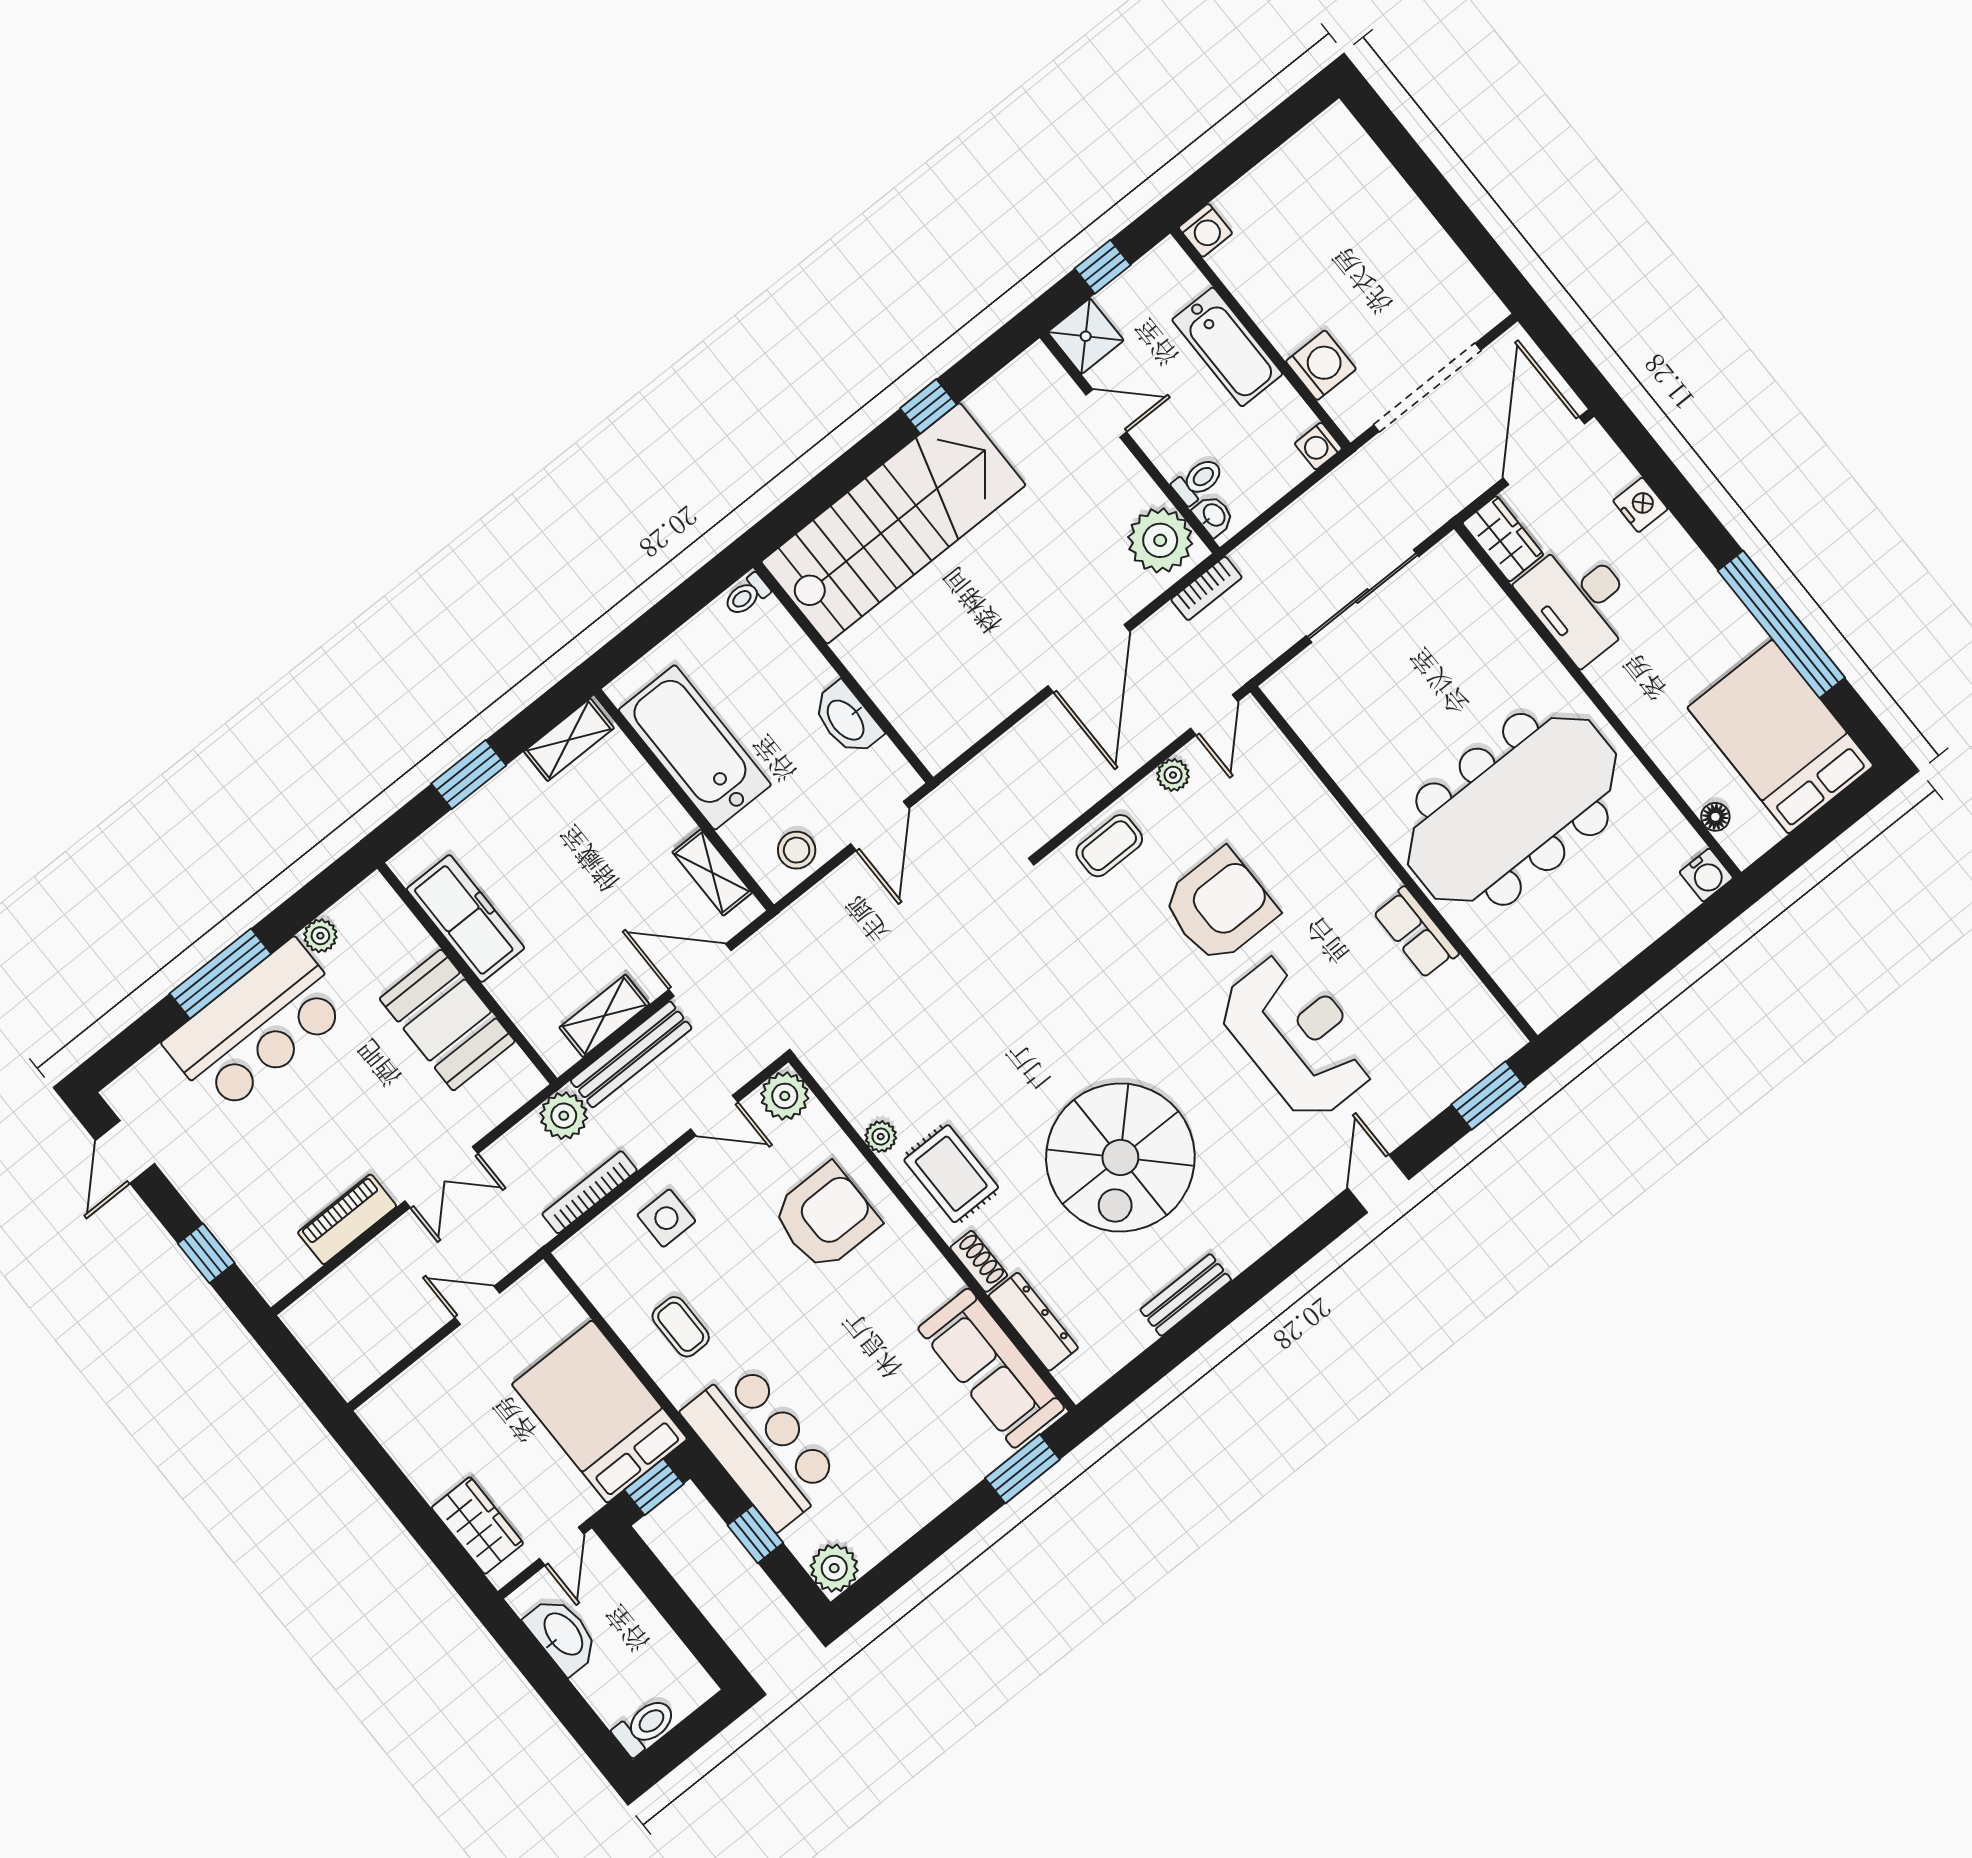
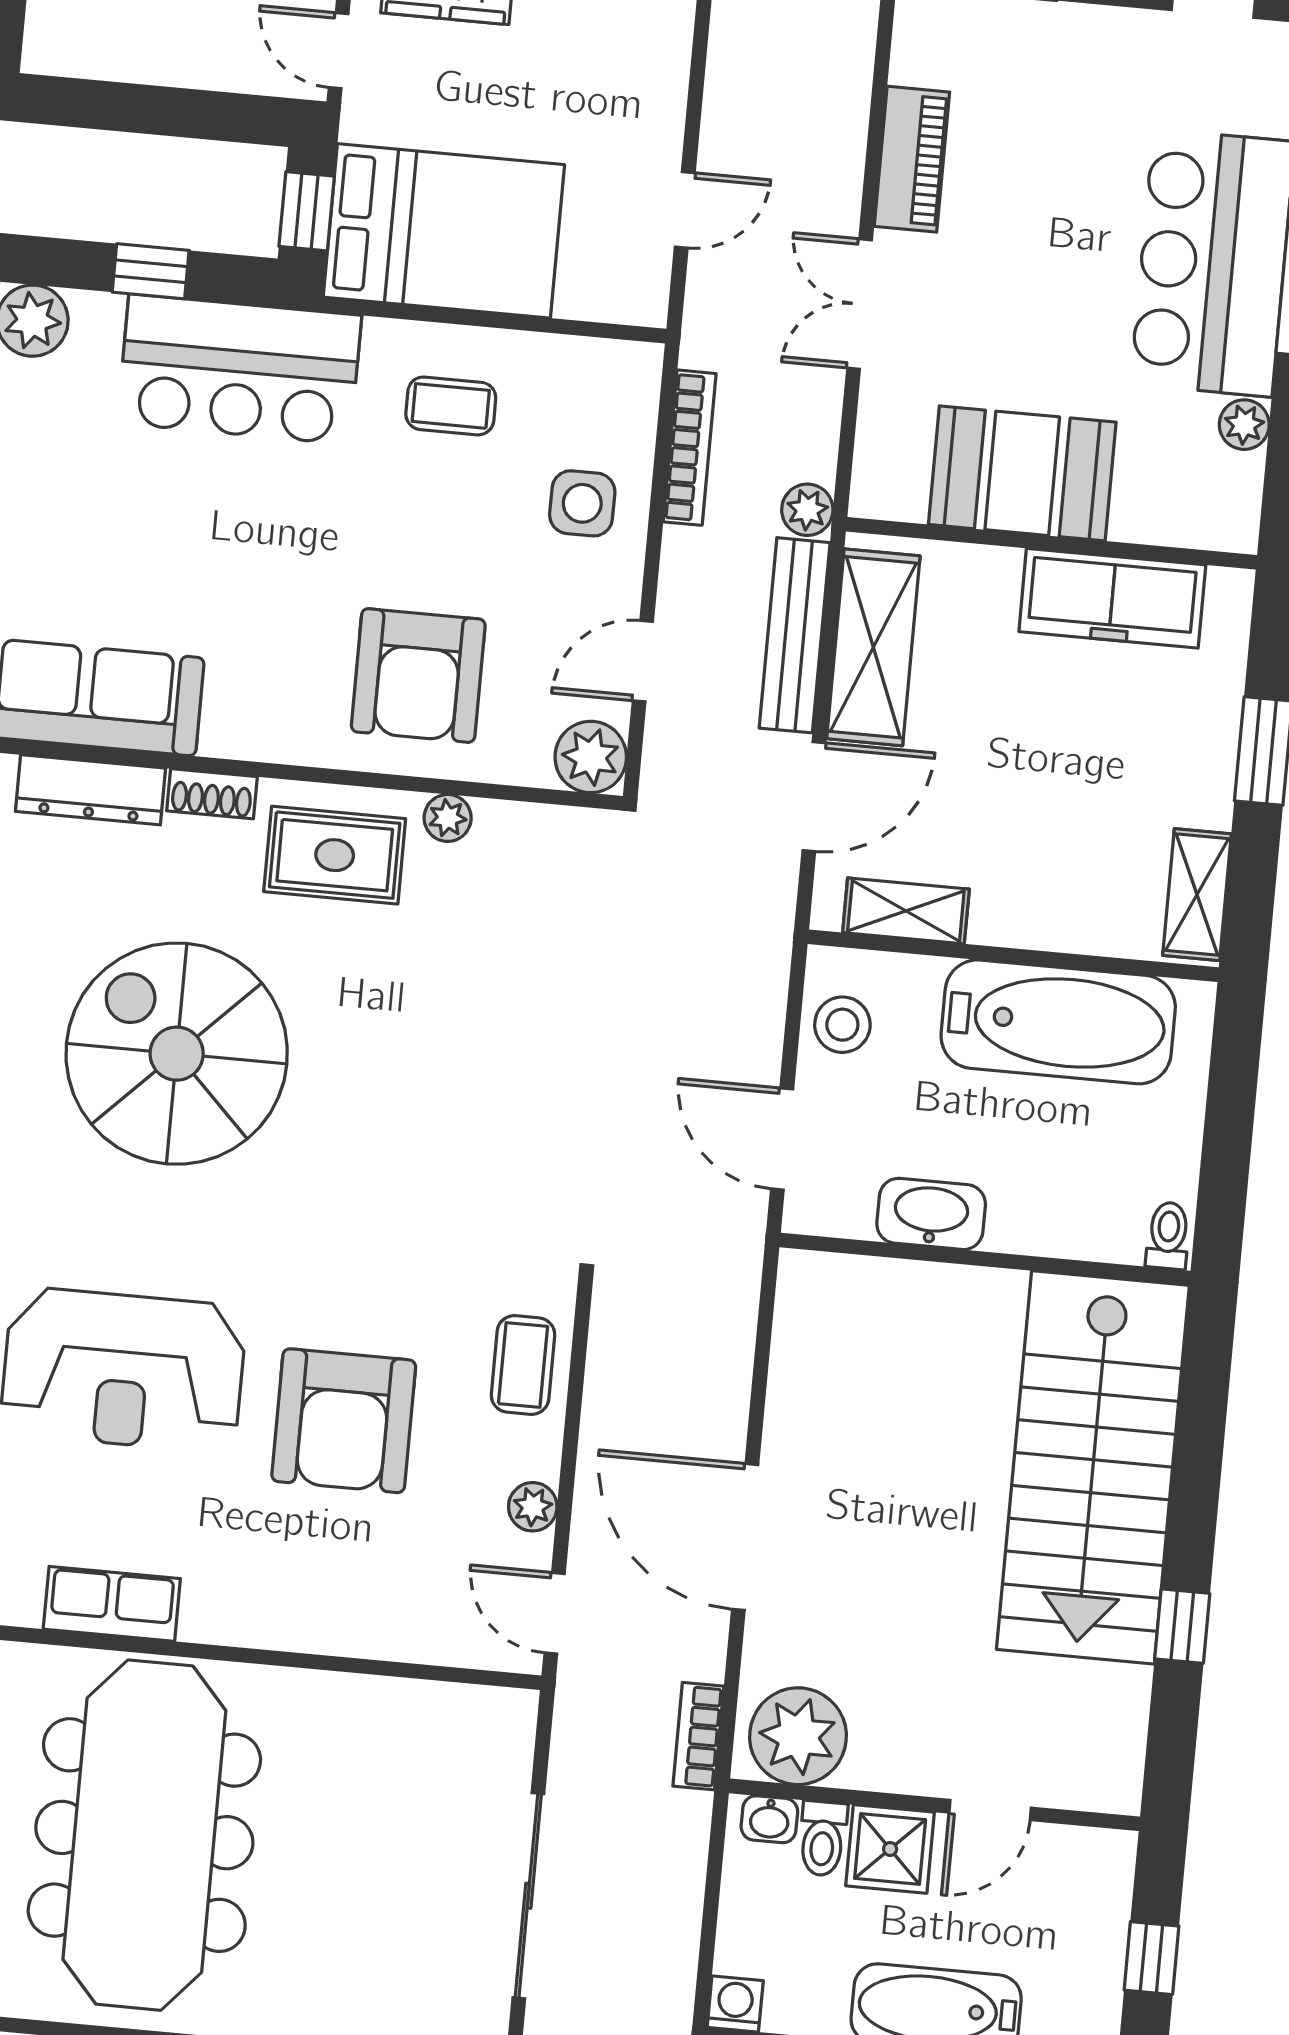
shower: (1086, 336) -> (890, 1849), moved
shelving: (604, 1016) -> (873, 647), width x1.50, depth x1.33
plant: (564, 1116) -> (807, 510), width x0.73, depth x0.73

